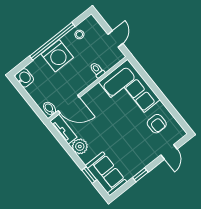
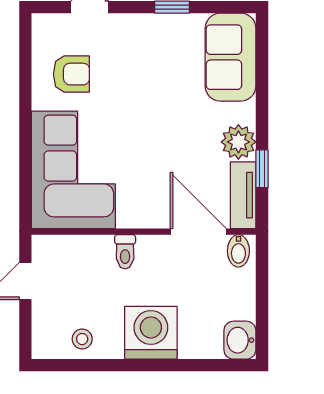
window: (52, 41) -> (139, 365), removed
toilet: (97, 70) -> (125, 252), moved
armchair: (157, 124) -> (71, 74), turned 90
window: (89, 175) -> (262, 169), moved

